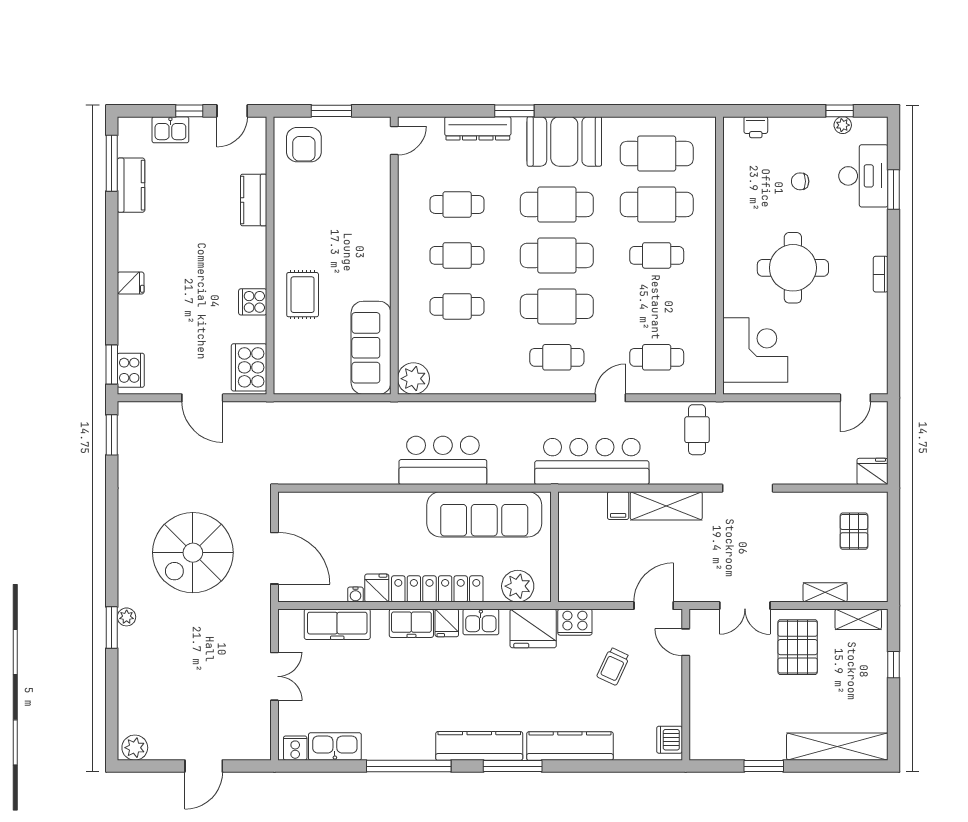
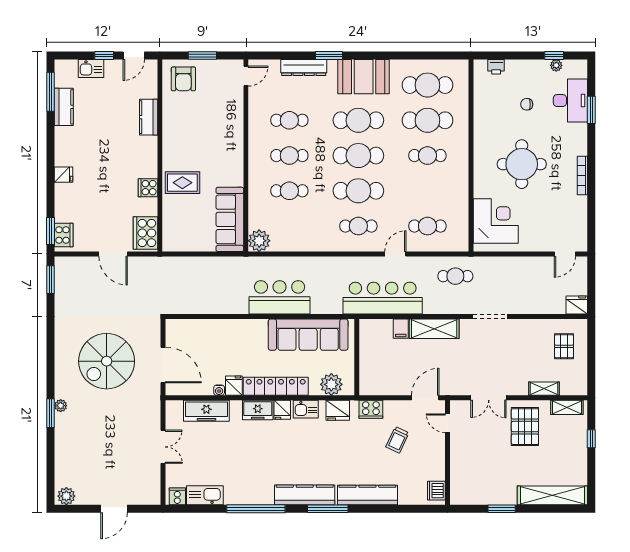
bookcase: (881, 274) -> (582, 175), width x1.56
rug: (303, 295) -> (182, 183), turned 90
cafe table: (697, 430) -> (455, 276), turned 90
fridge: (533, 628) -> (338, 410), width x0.73, depth x0.75

